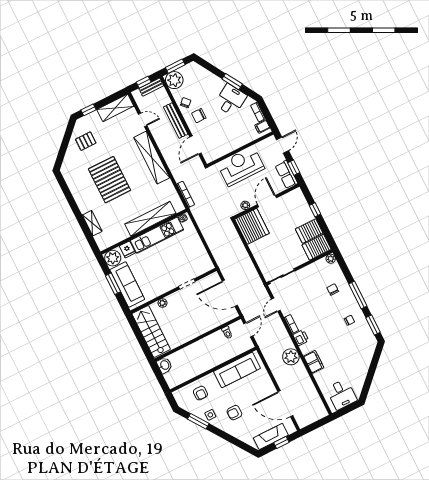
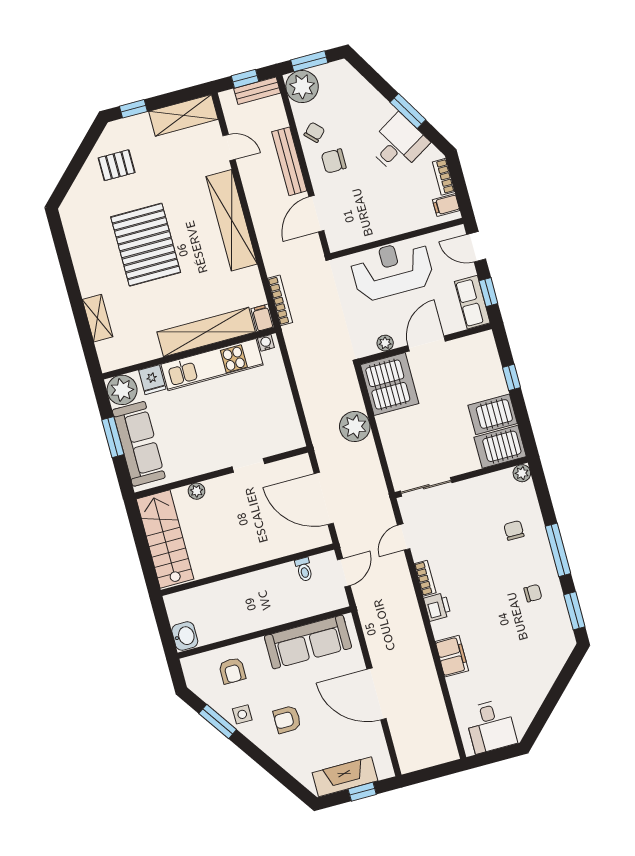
door: (282, 145) -> (476, 247), swing flipped
filing cabinet: (178, 205) -> (262, 318), added
plant: (291, 357) -> (355, 427), moved
washbasin: (164, 365) -> (185, 636), moved
door: (285, 404) -> (376, 694), moved

